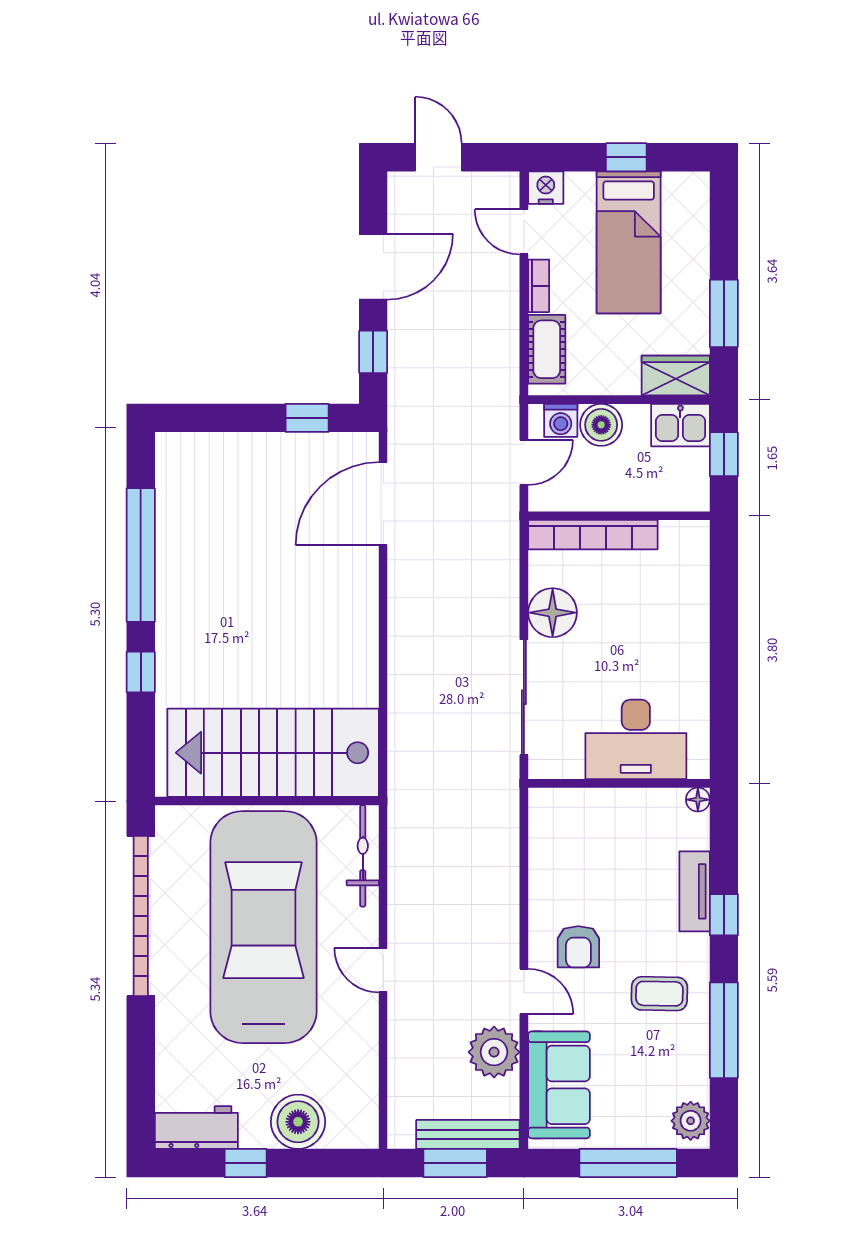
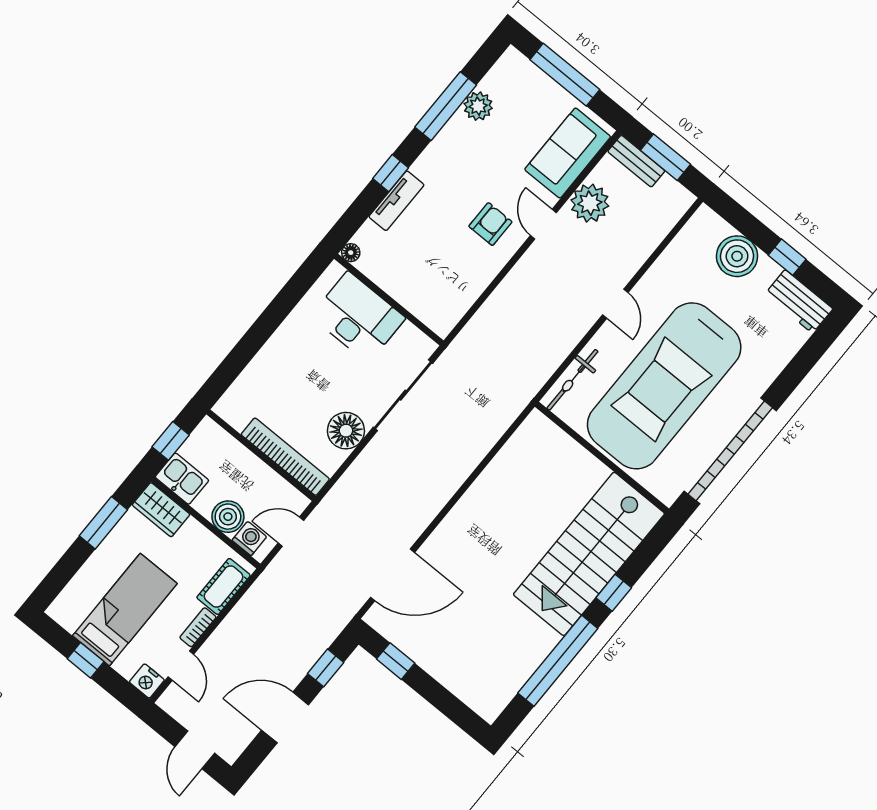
stairs: (273, 753) -> (589, 554), moved, turned 90
coffee table: (659, 994) -> (466, 158), removed
plant: (691, 1121) -> (478, 106), moved
bench: (468, 1134) -> (636, 161), width x0.73

